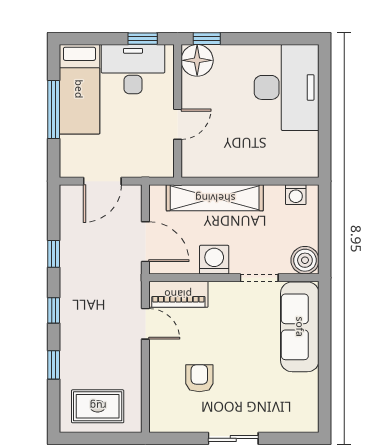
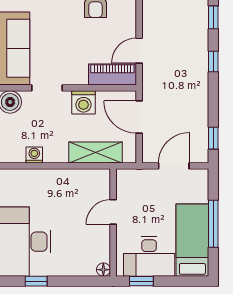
window: (207, 39) -> (36, 281), moved
floor lamp: (197, 60) -> (103, 270), width x0.53, depth x0.53
washing machine: (296, 195) -> (34, 155), moved
shelving: (215, 198) -> (95, 153), width x0.68
window: (54, 254) -> (213, 138), moved
door: (145, 324) -> (139, 51), hinge flipped

